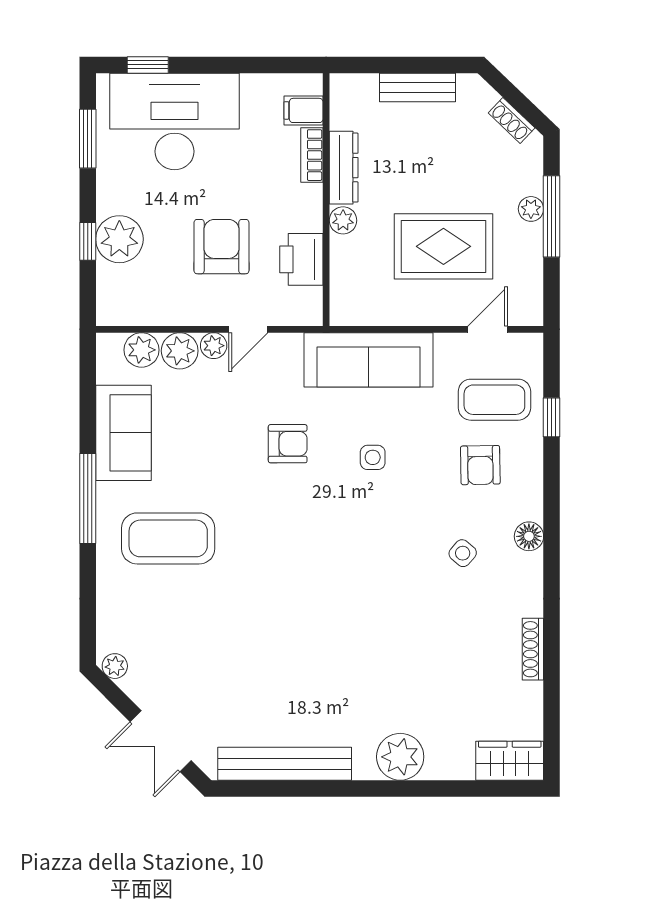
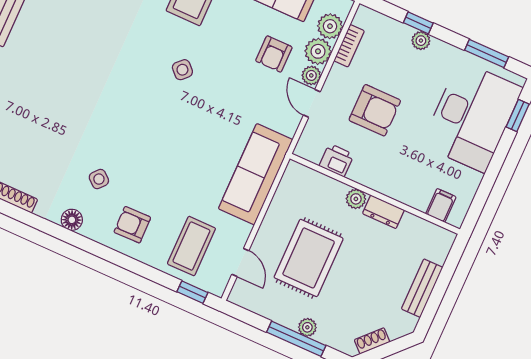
bookcase: (312, 155) -> (349, 46), moved, turned 90
dresser: (344, 168) -> (383, 212), width x0.70
plant: (119, 239) -> (421, 41), width x0.53, depth x0.53
printer: (301, 259) -> (337, 160), width x0.73, depth x0.81
window: (552, 417) -> (192, 292), moved
armchair: (288, 444) -> (274, 54), moved
side table: (373, 457) -> (182, 70), moved, turned 45
armchair: (480, 465) -> (132, 225), moved
floor lamp: (529, 536) -> (72, 220), moved

